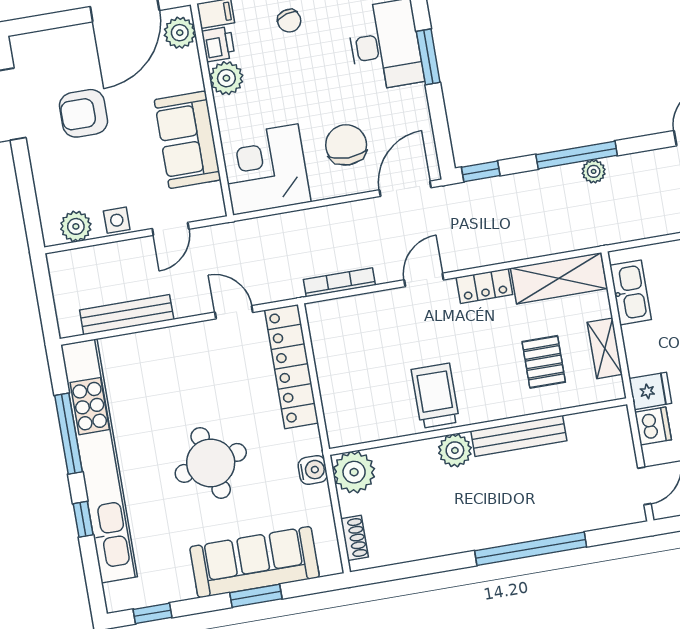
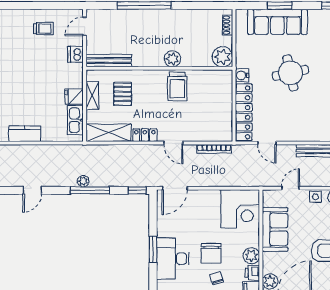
chair: (346, 145) -> (211, 253), moved
door: (424, 280) -> (173, 143), hinge flipped
fridge: (650, 391) -> (74, 97), moved
bench: (519, 436) -> (109, 61), moved
water cooler: (313, 470) -> (242, 75), moved

